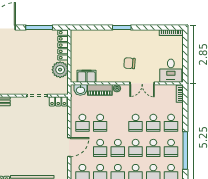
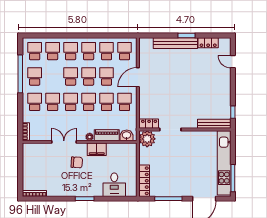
plant: (60, 70) -> (147, 139), moved
desk: (171, 71) -> (114, 185), moved, turned 180
filing cabinet: (86, 76) -> (97, 149), moved
school desk: (153, 148) -> (89, 102), moved

